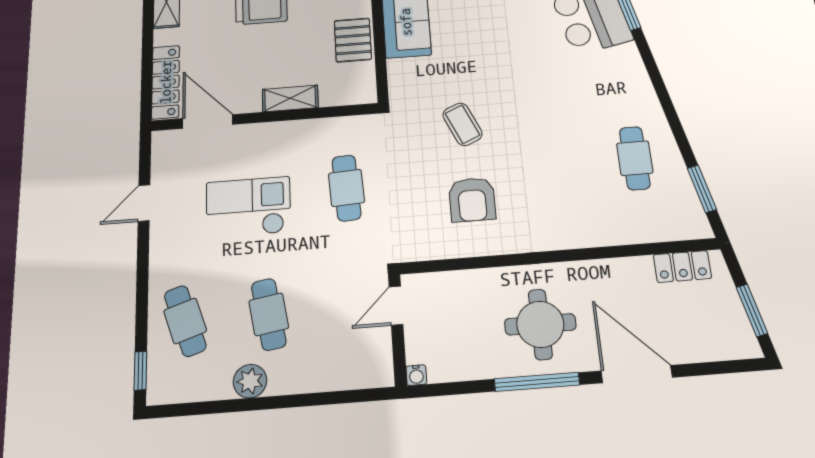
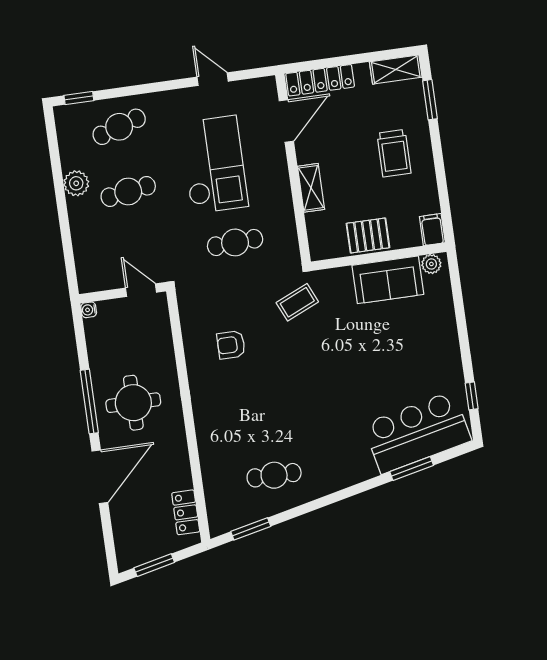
coffee table: (462, 124) -> (297, 302), moved
armchair: (472, 200) -> (231, 345), width x0.72, depth x0.72
checkout: (248, 207) -> (214, 165), width x1.36, depth x1.21

